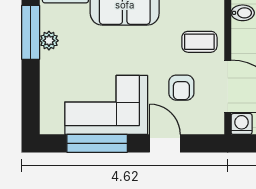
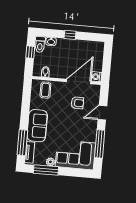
coffee table: (199, 42) -> (45, 90), moved
corner sofa: (106, 105) -> (75, 155), moved, turned 90

